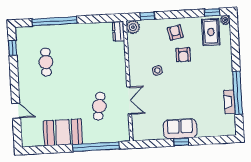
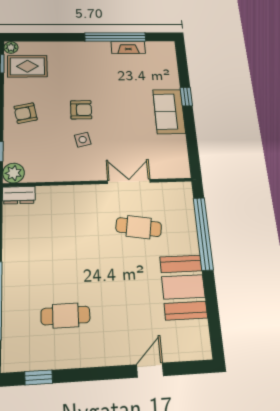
armchair: (183, 55) -> (81, 110), moved
window: (181, 142) -> (186, 97), moved

